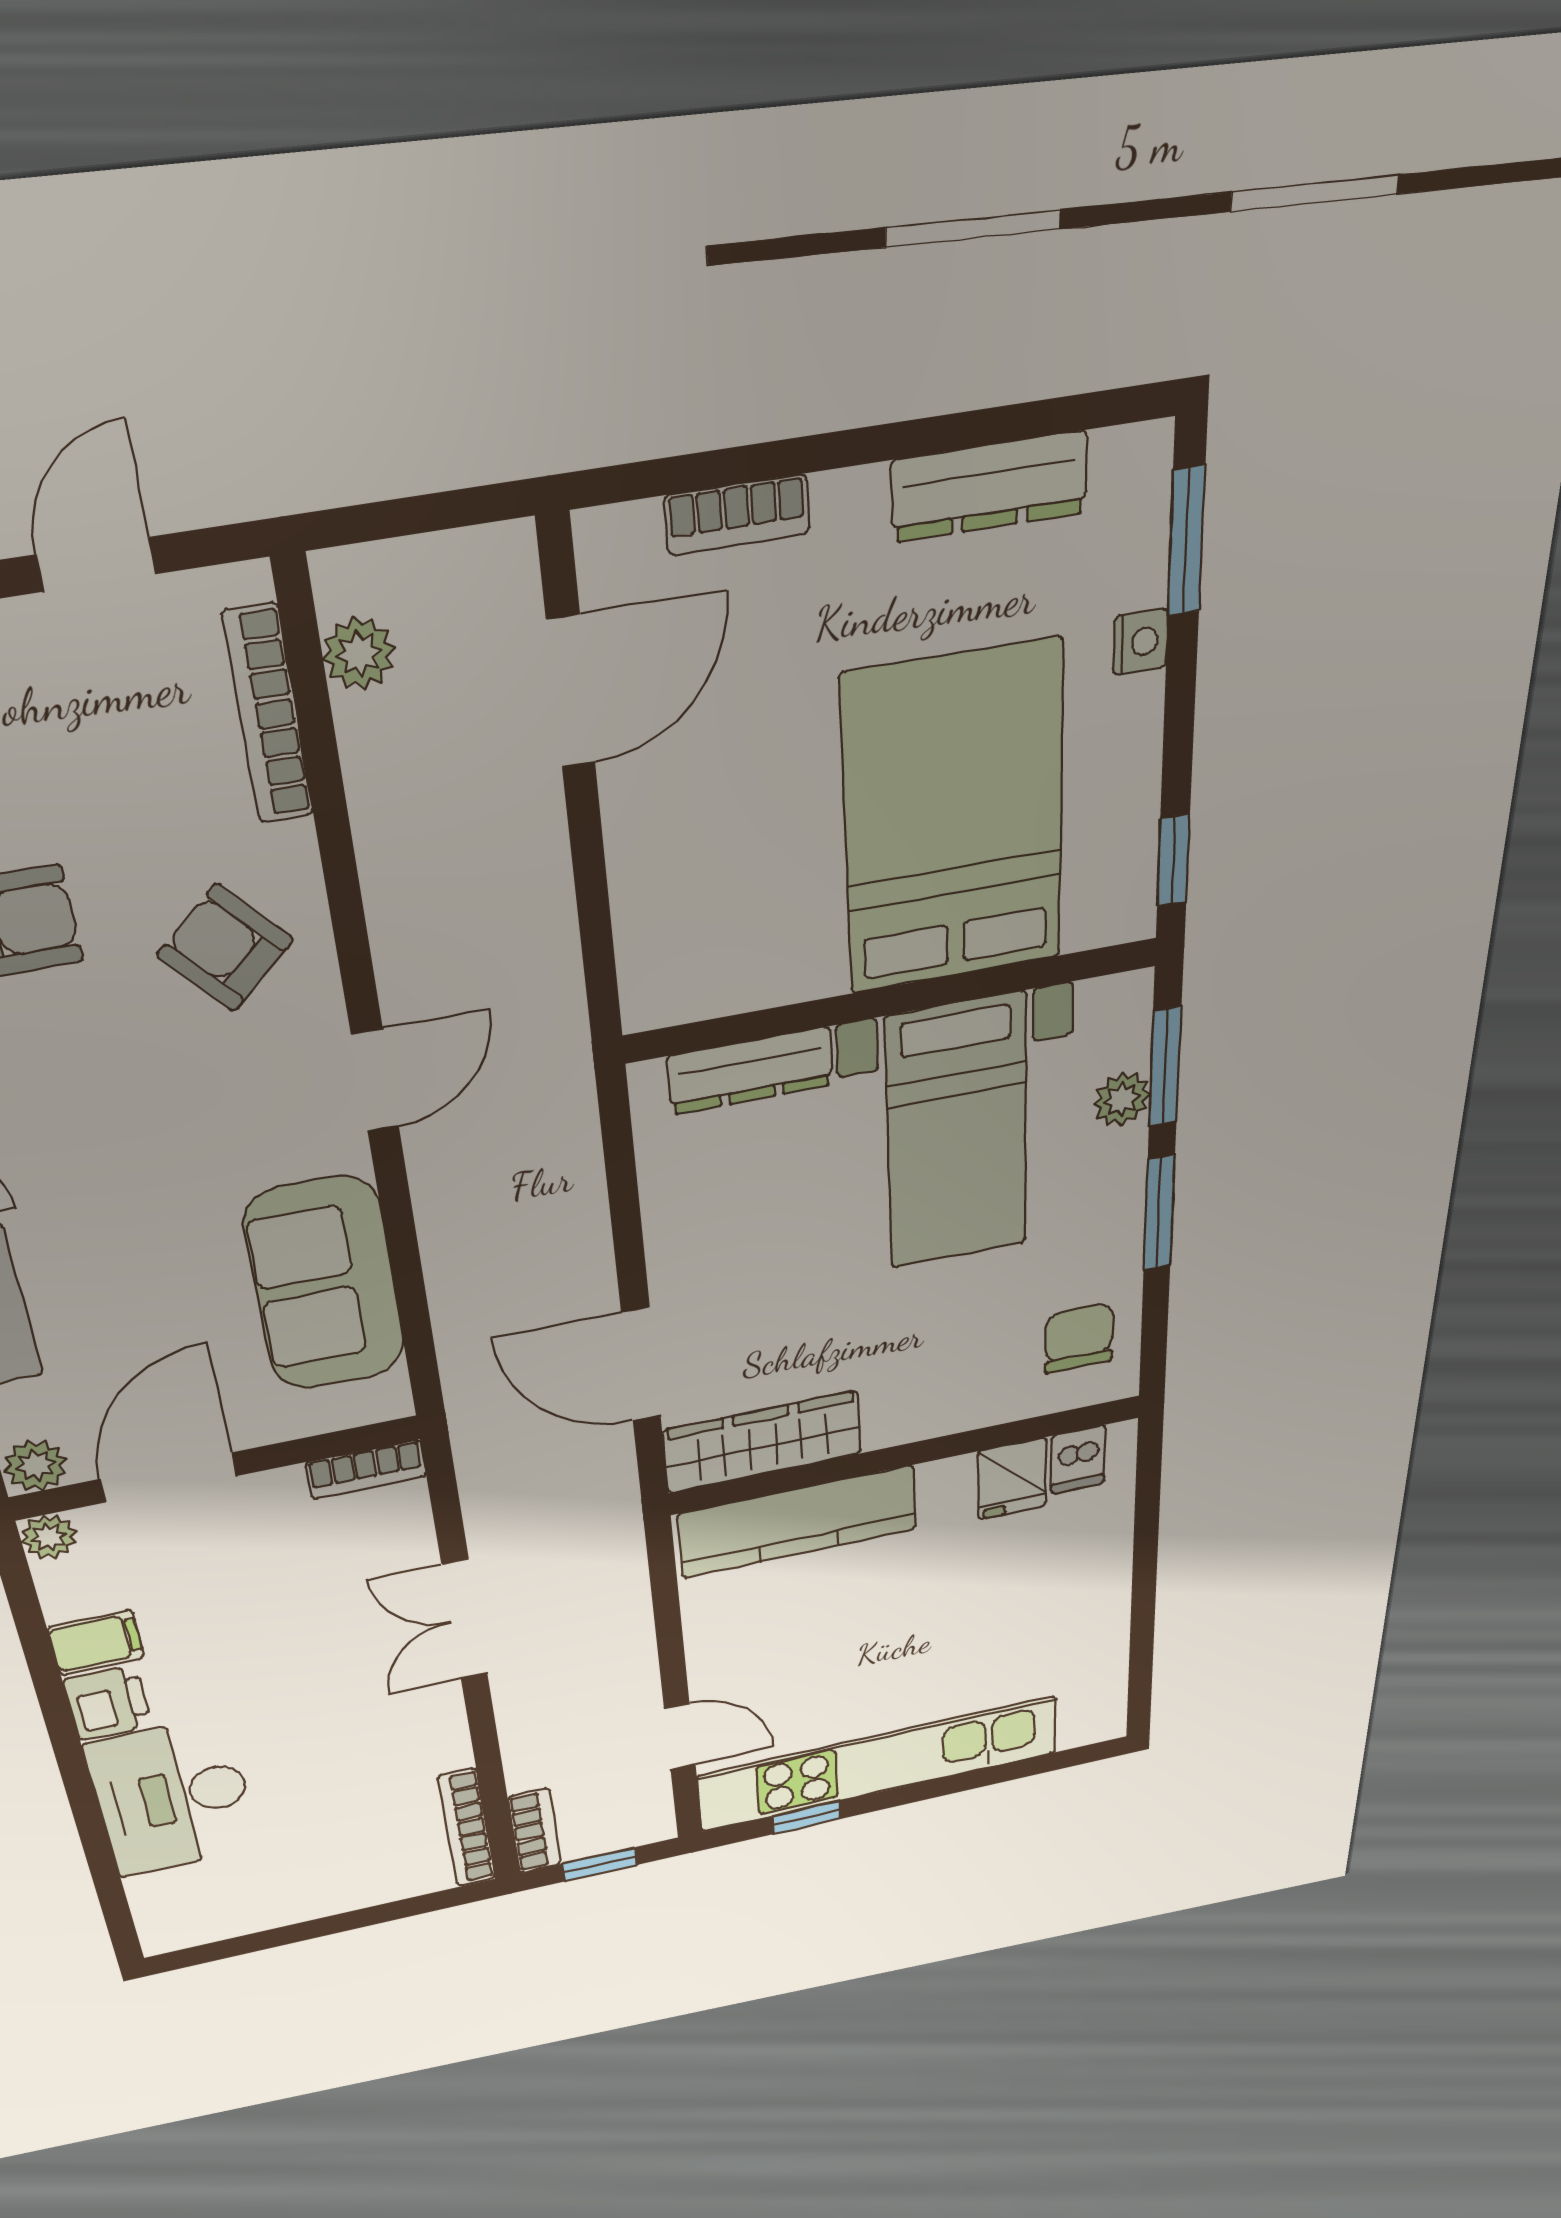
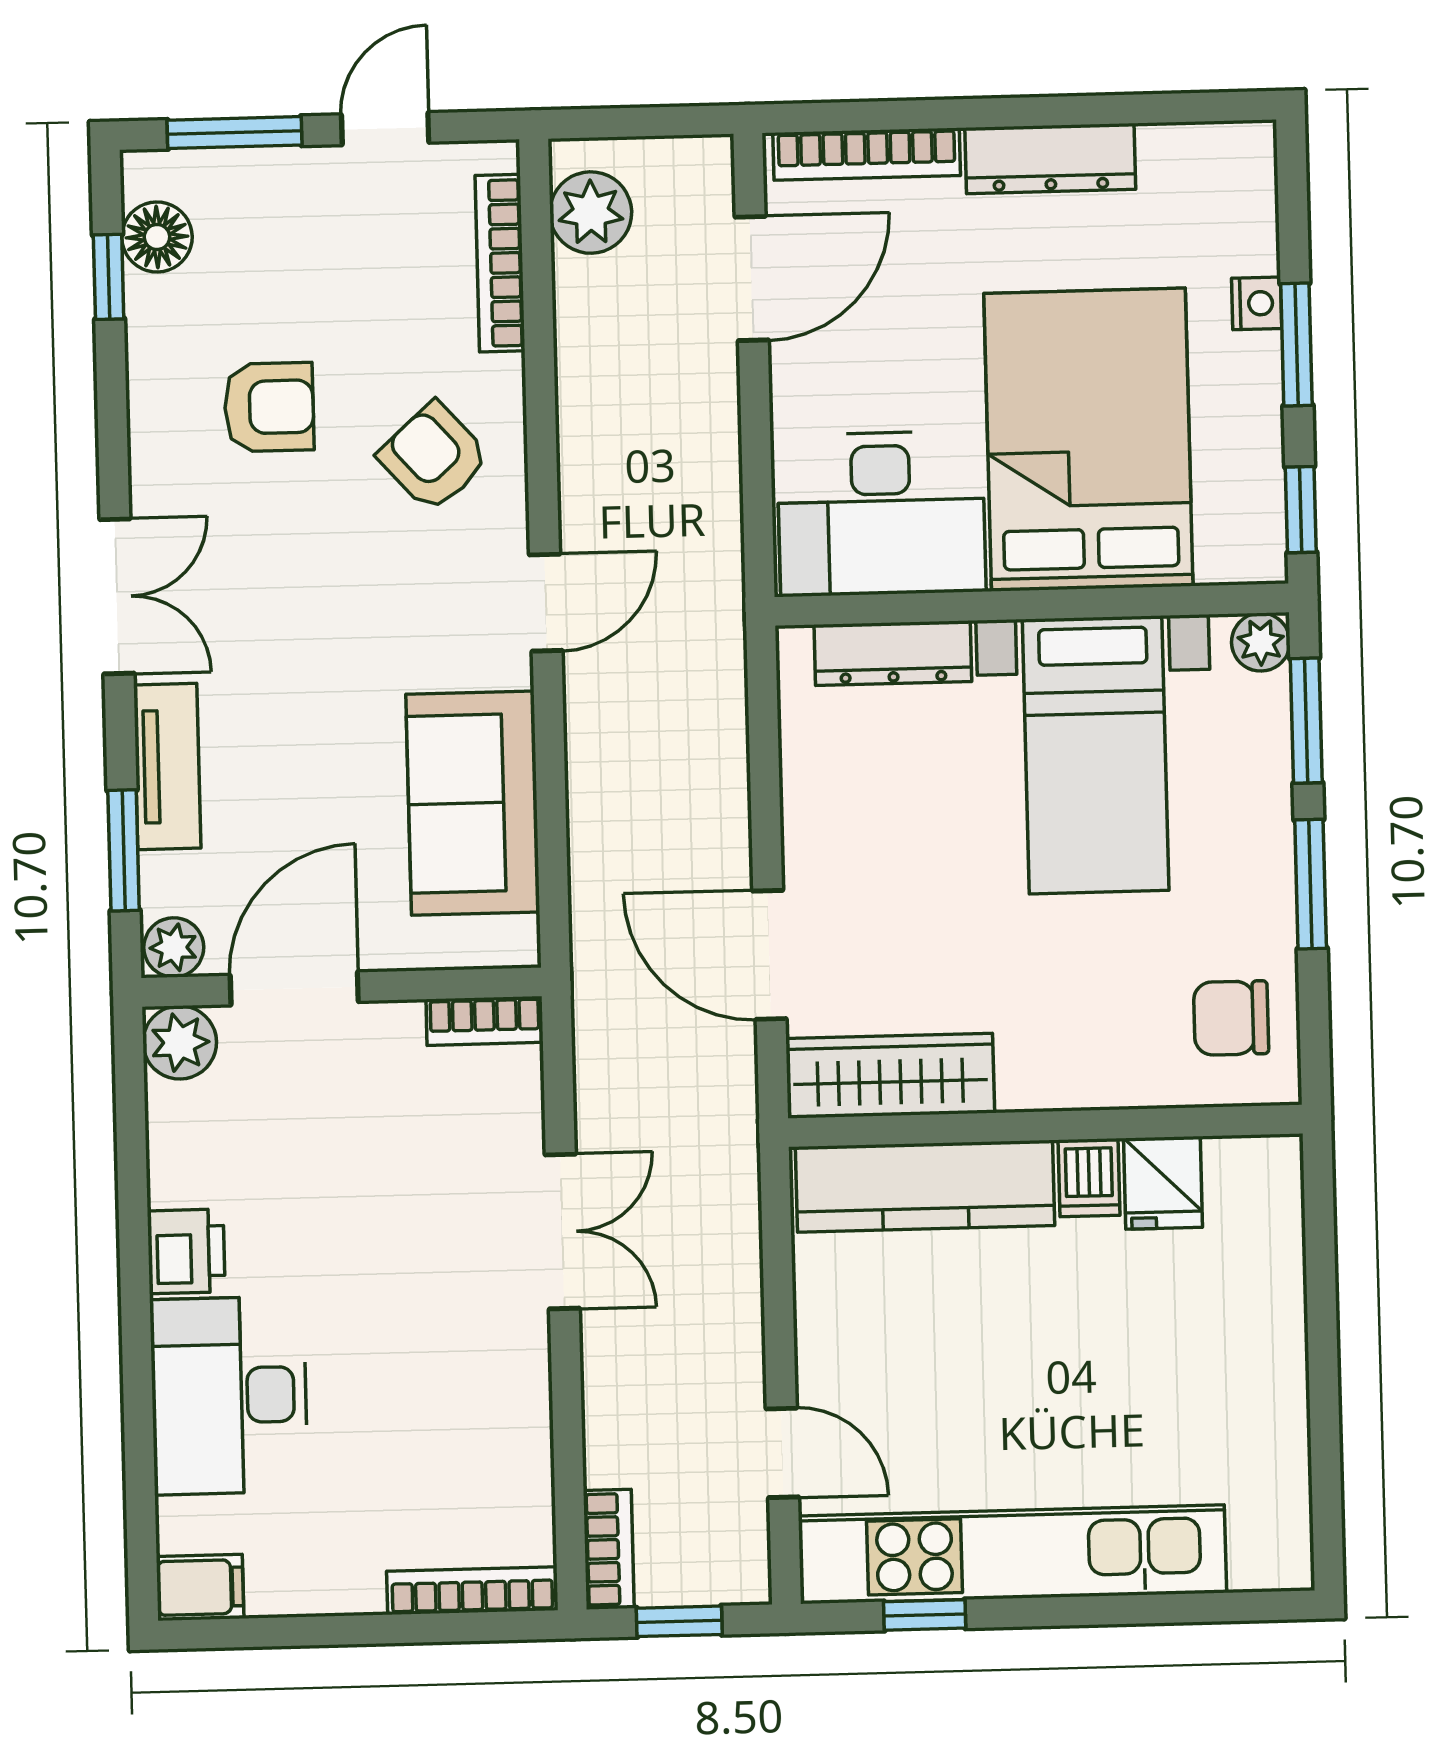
dresser: (989, 487) -> (1050, 159), moved
bookcase: (737, 515) -> (867, 154), width x1.56
window: (1186, 542) -> (1296, 345), moved
plant: (359, 654) -> (591, 213), width x1.38, depth x1.38
desk: (732, 932) -> (881, 514), added
plant: (1122, 1099) -> (1261, 642), moved
chair: (1079, 1338) -> (1231, 1018), turned -90
dishwasher: (1078, 1460) -> (1089, 1178), moved
plant: (49, 1537) -> (180, 1042), width x1.38, depth x1.38
double door: (465, 1619) -> (562, 1232), swing flipped
filing cabinet: (96, 1643) -> (200, 1587), moved
bookcase: (467, 1828) -> (472, 1591), moved, turned 90

